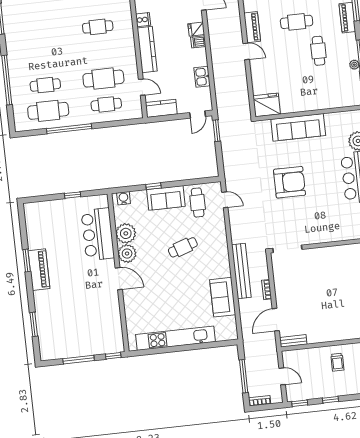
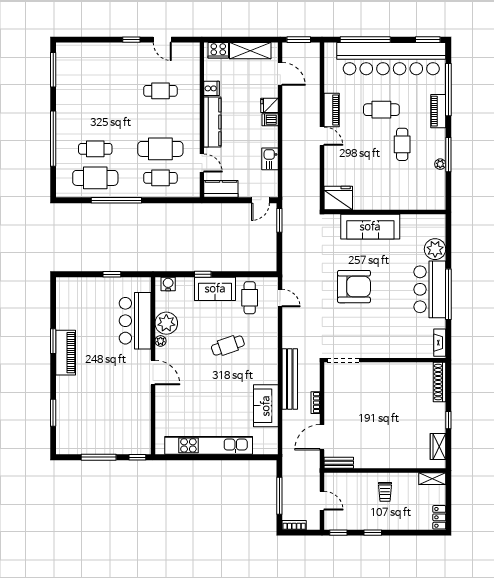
plant: (127, 254) -> (161, 341), width x0.53, depth x0.53

